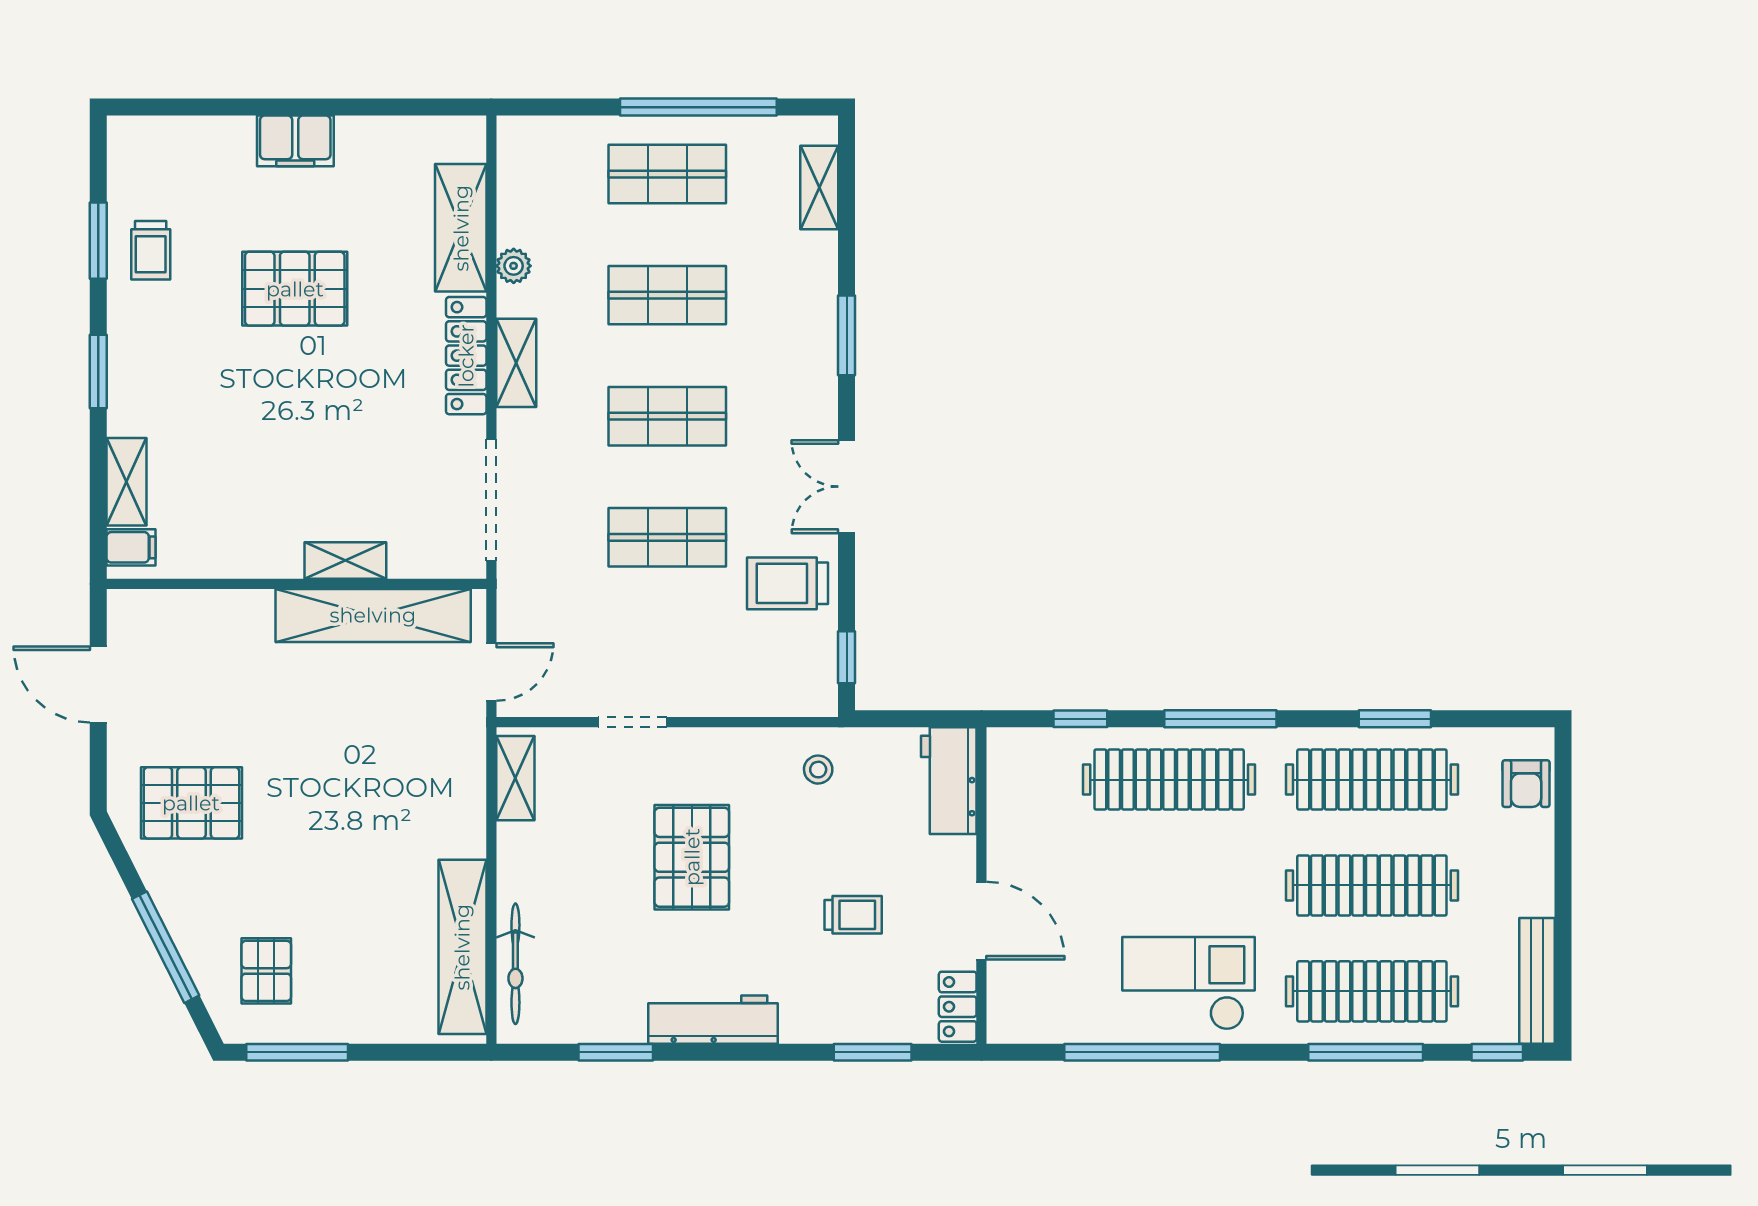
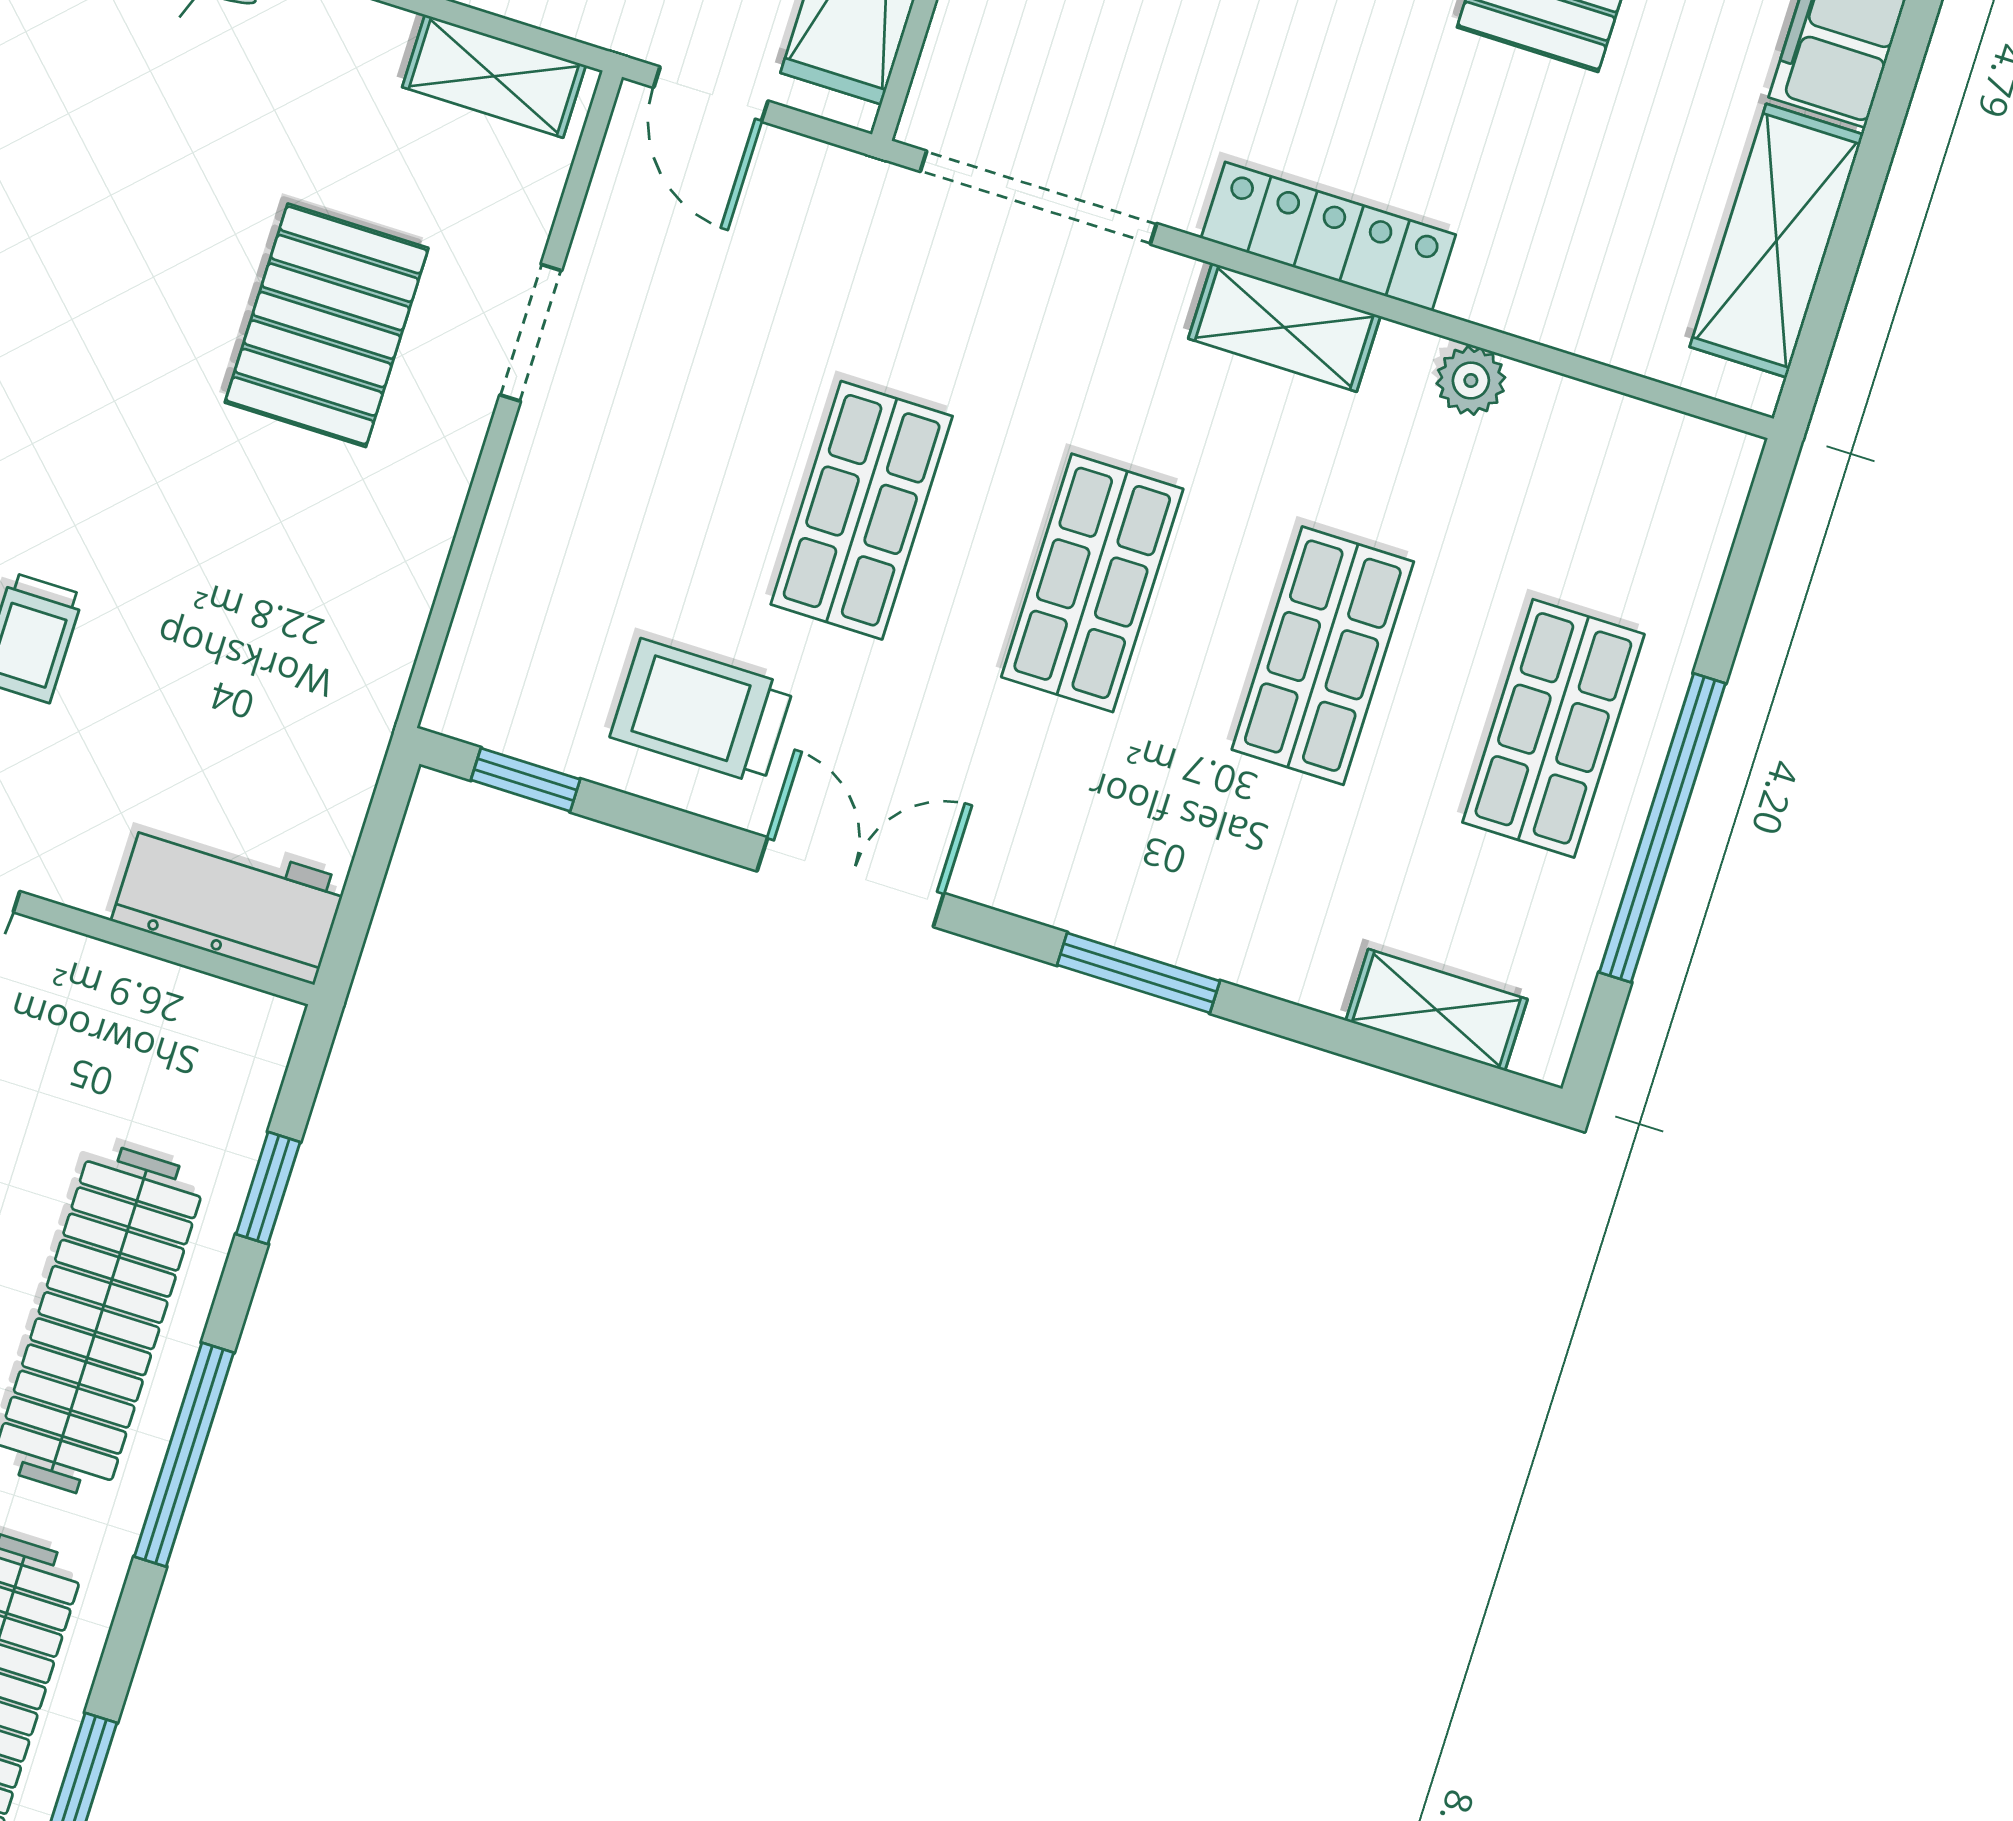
shelving: (461, 228) -> (1777, 241), moved, turned 90
trolley: (788, 583) -> (702, 712), turned -90
stool: (818, 770) -> (329, 658), removed
pallet: (692, 857) -> (327, 325), moved, turned 90

